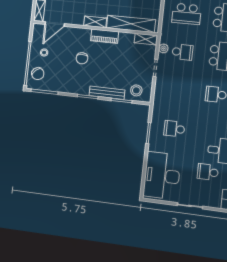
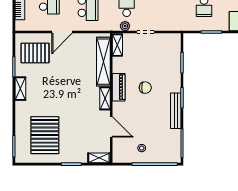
door: (55, 24) -> (111, 127), moved
chair: (82, 58) -> (145, 88), moved
chair: (38, 74) -> (164, 152), removed
stool: (136, 90) -> (170, 49), removed
bench: (107, 93) -> (176, 111), moved

